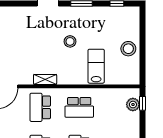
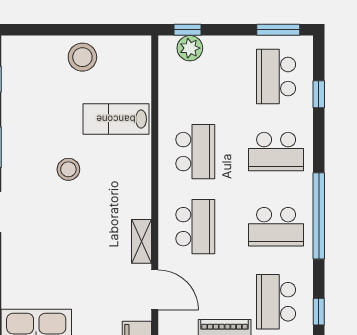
shelving: (45, 79) -> (142, 241), moved
school desk: (40, 107) -> (195, 227), turned -90

